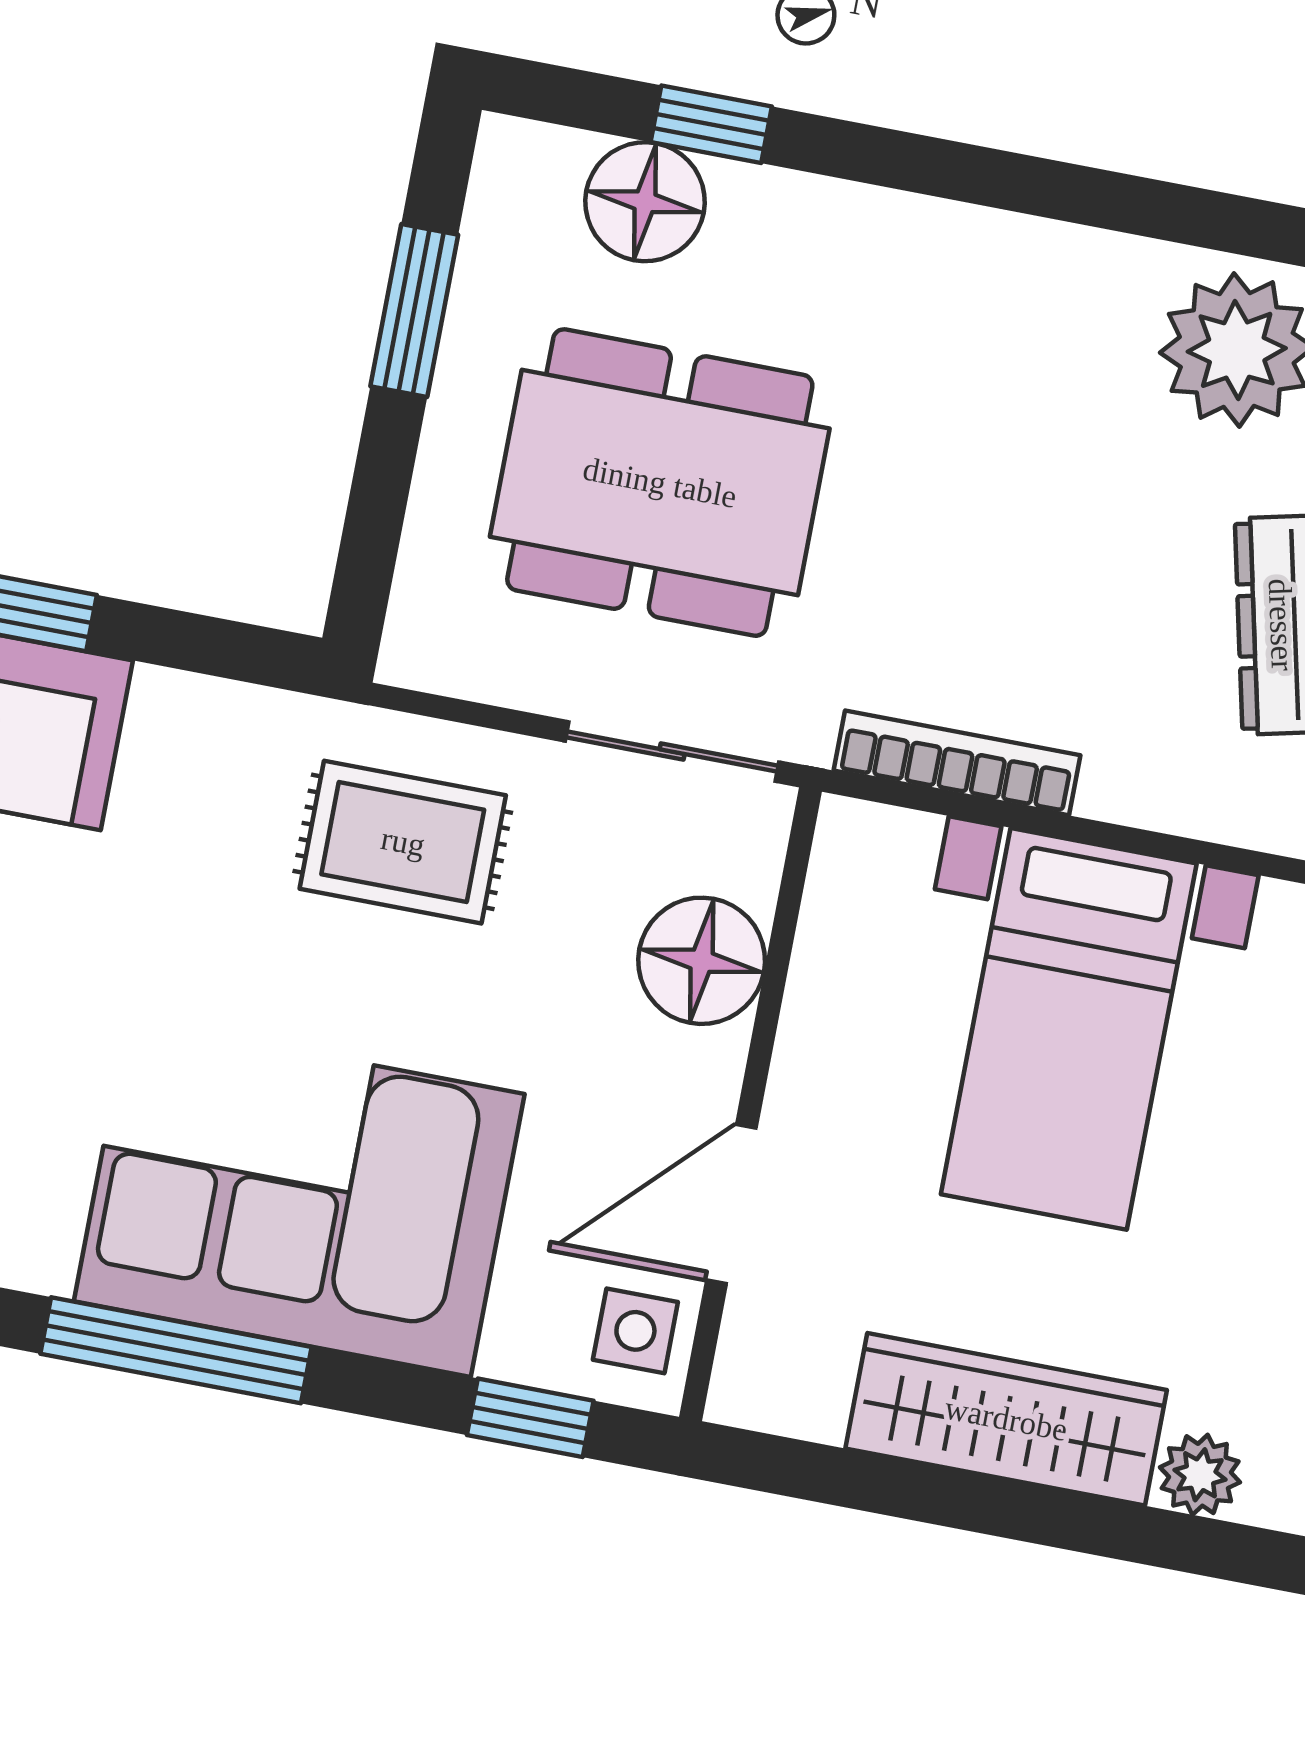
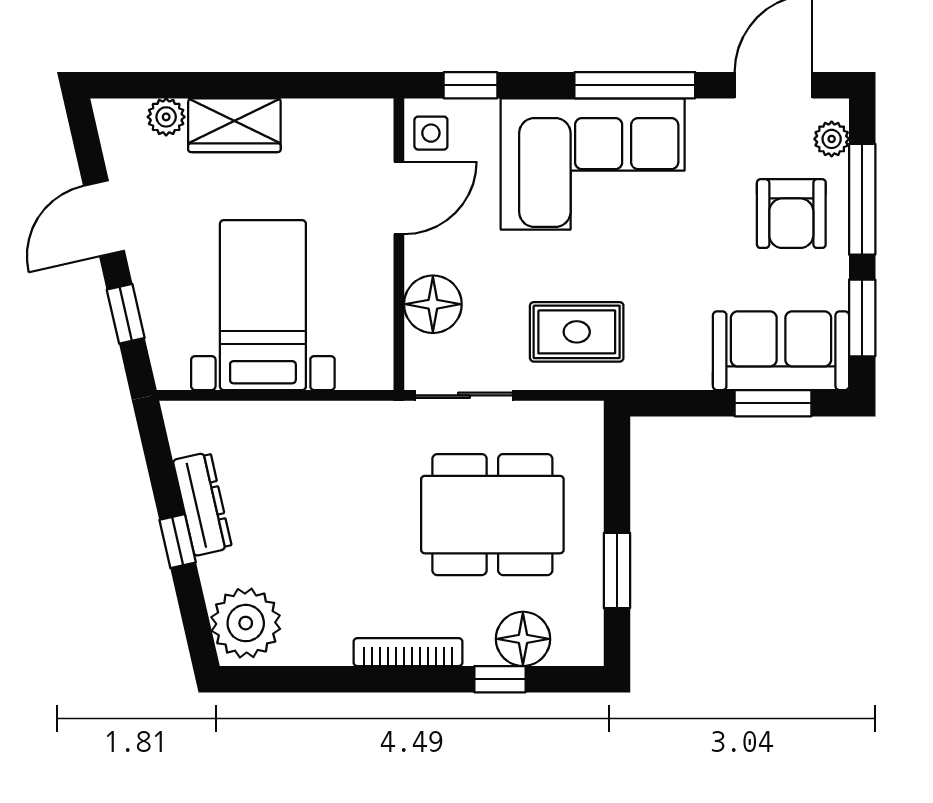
bookcase: (957, 763) -> (408, 652), moved, turned 180
wardrobe: (1006, 1419) -> (234, 125), width x0.67

